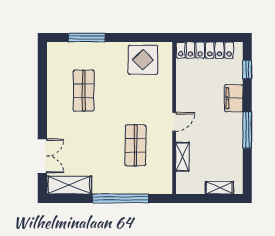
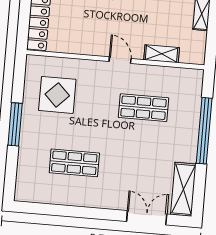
window: (87, 38) -> (15, 124), moved
display table: (143, 60) -> (57, 95), moved

